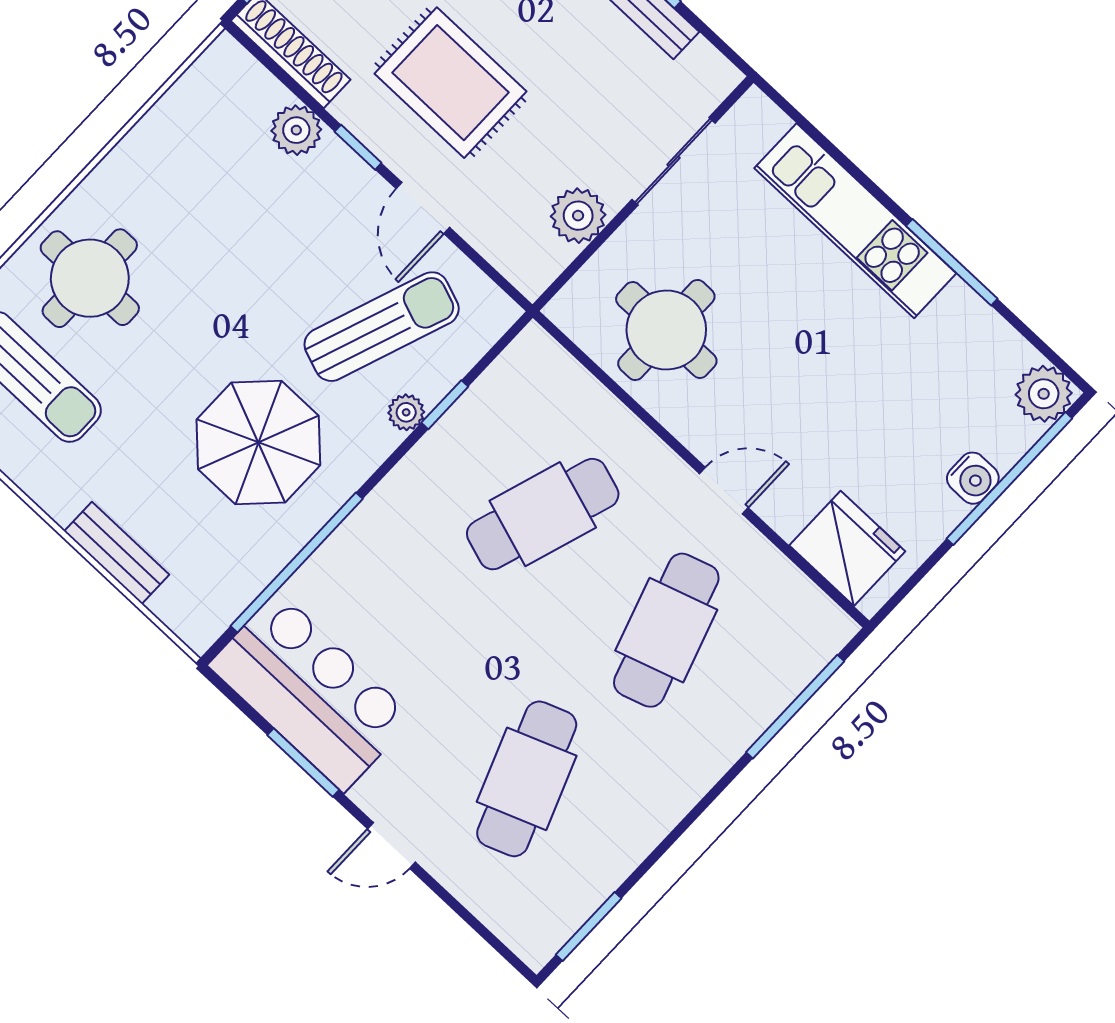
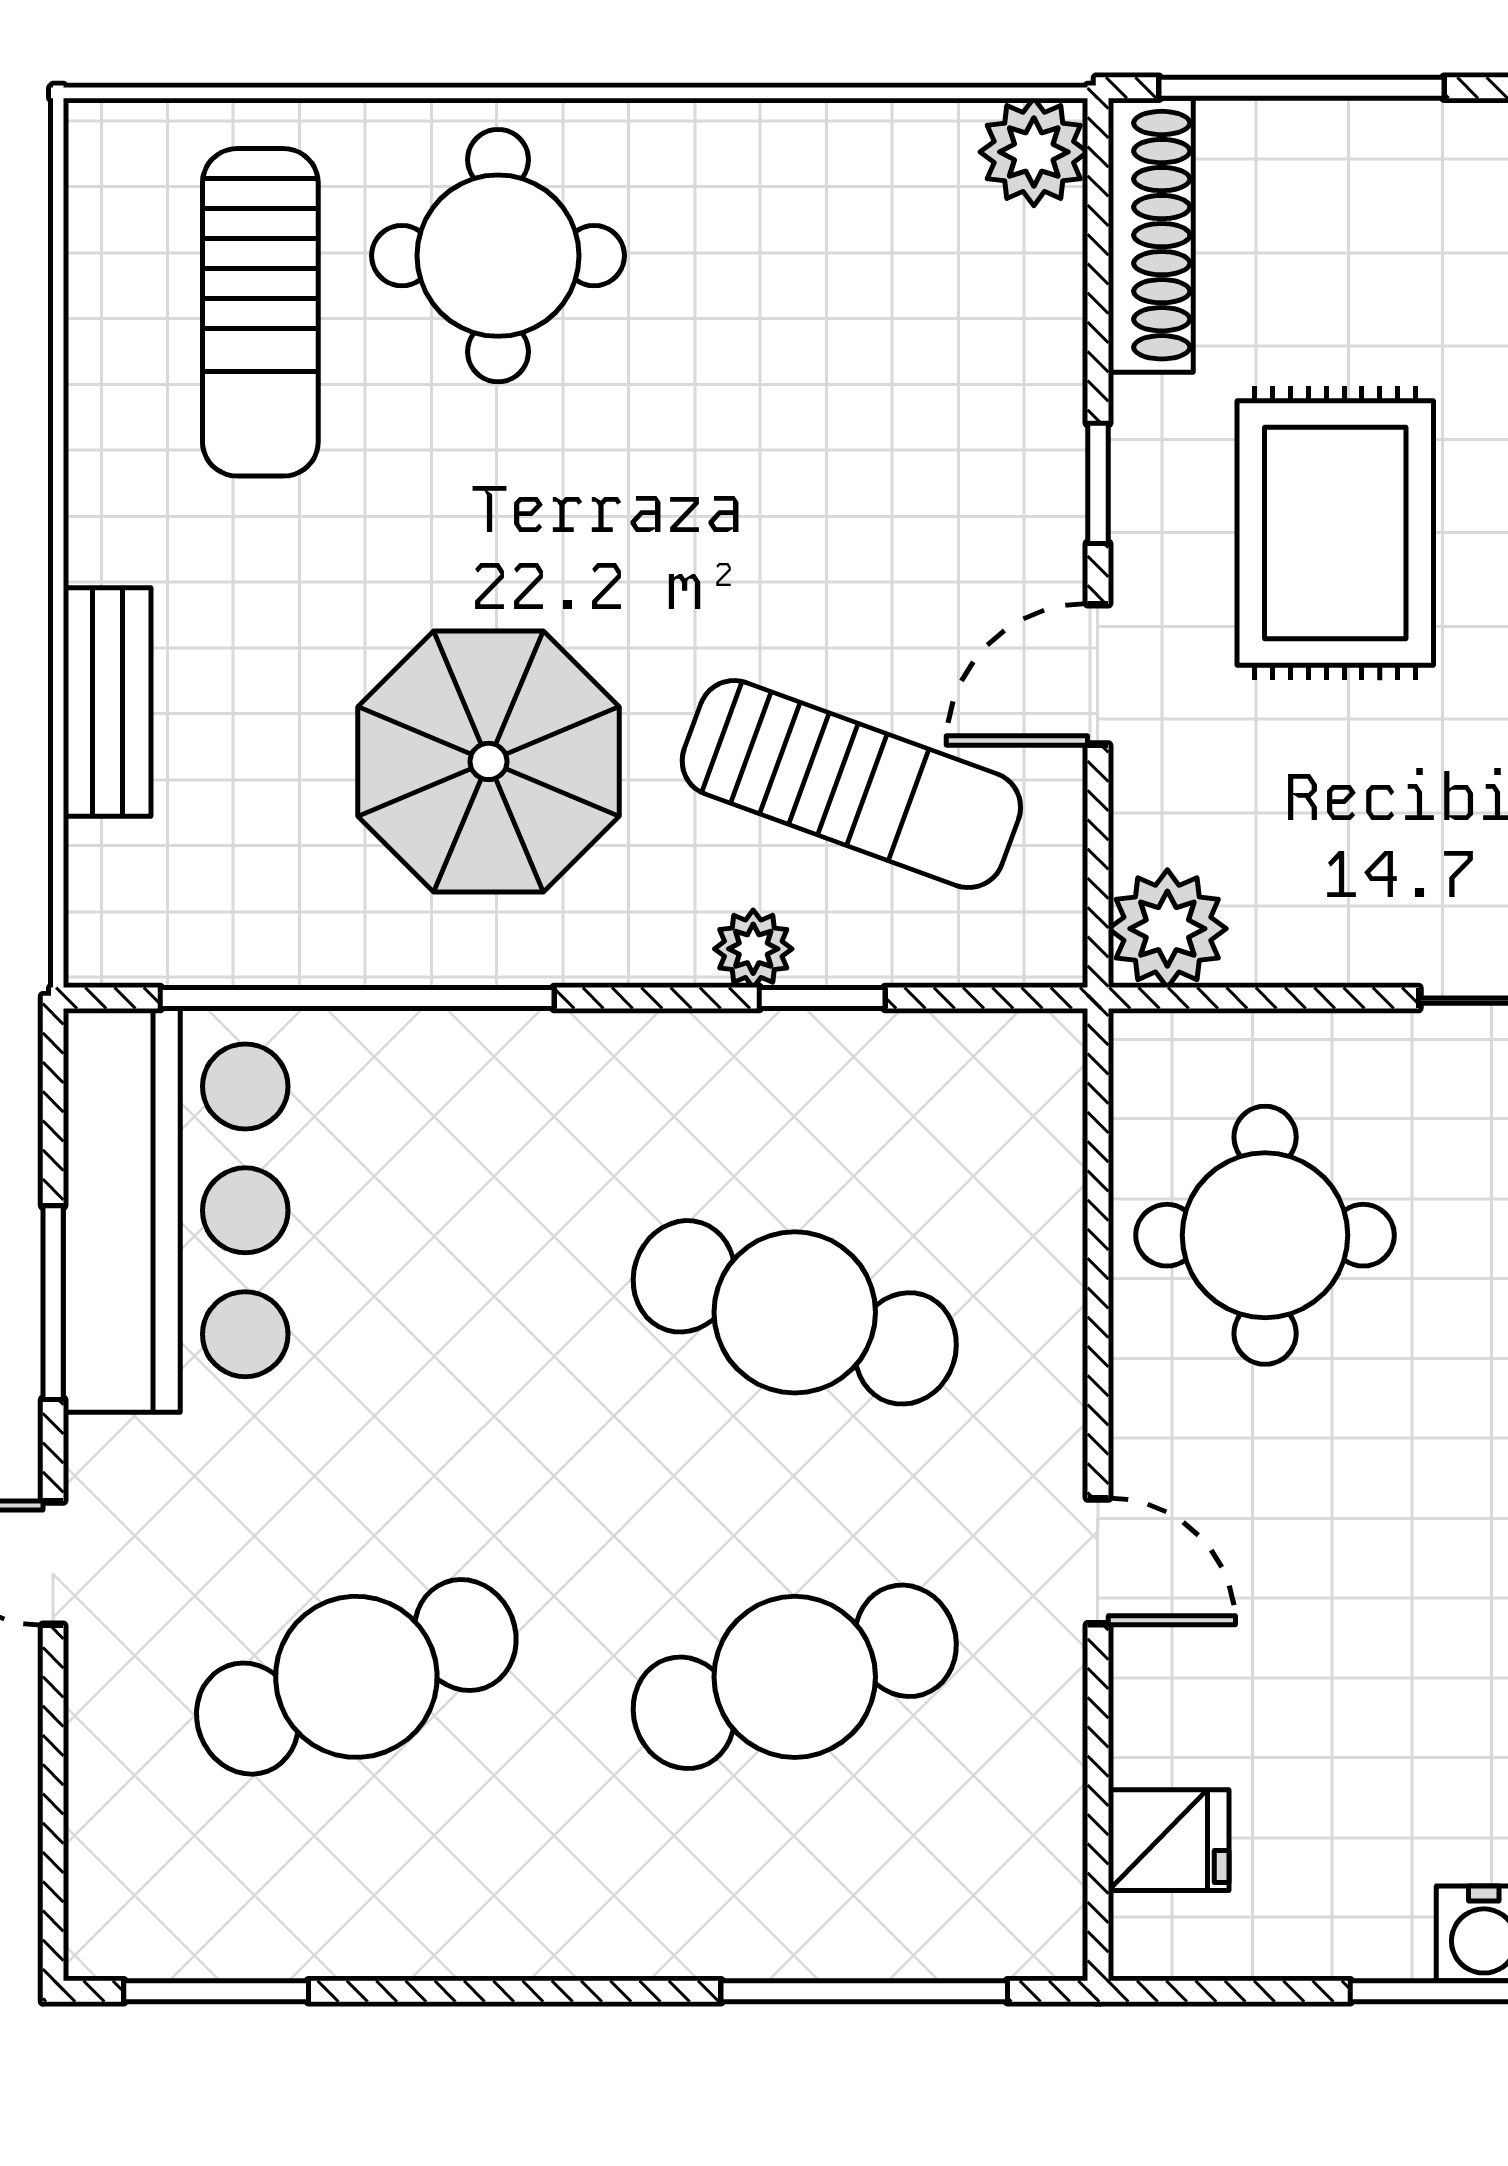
plant: (296, 130) -> (1034, 152), moved
plant: (578, 216) -> (1167, 929), moved
fridge: (847, 548) -> (1169, 1840), width x0.53, depth x0.75

